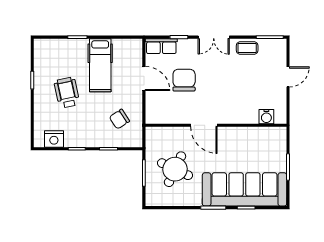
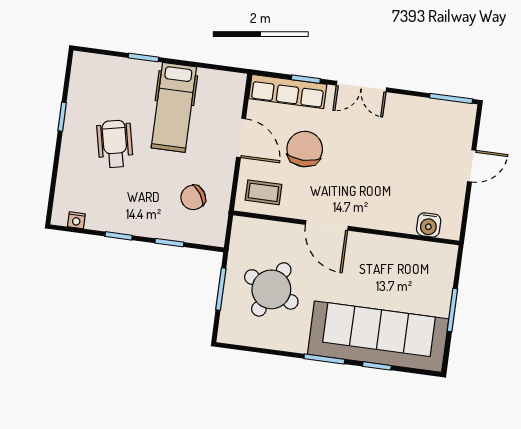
row of seats: (161, 46) -> (288, 91), width x1.48
coffee table: (247, 48) -> (263, 192), moved
nightstand: (54, 139) -> (76, 220), width x0.53, depth x0.56

